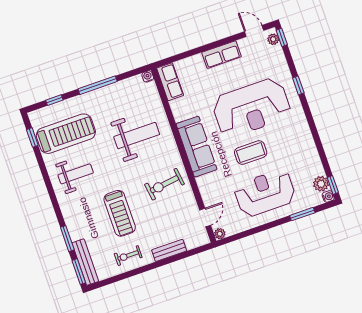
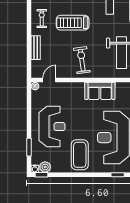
sofa: (197, 147) -> (100, 91), width x0.73
coffee table: (251, 153) -> (80, 155), moved, width x1.36, depth x1.32
door: (205, 218) -> (49, 80), swing flipped

